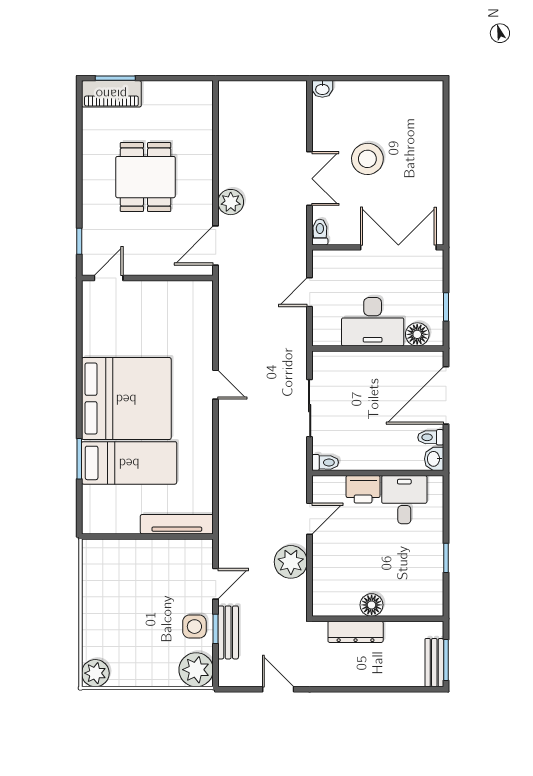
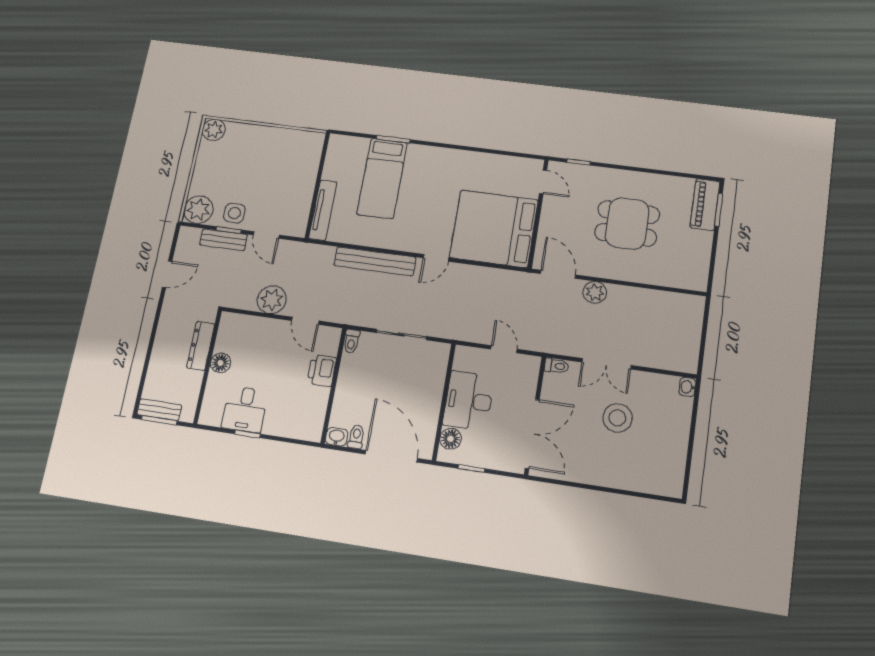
bed: (126, 399) -> (494, 229), moved, turned 90
bench: (229, 453) -> (375, 261), added
desk: (404, 500) -> (245, 409), moved, turned 90

